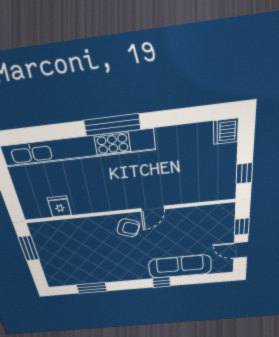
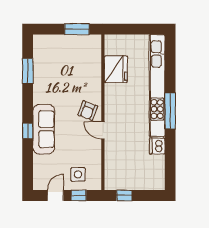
dishwasher: (226, 131) -> (157, 146), moved, turned -90
fridge: (59, 207) -> (116, 69), width x1.88, depth x1.34
side table: (213, 230) -> (78, 174), added
sofa: (180, 267) -> (44, 129), moved

